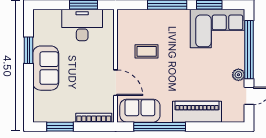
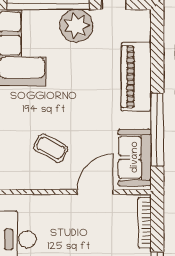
coffee table: (147, 51) -> (51, 148), turned -62
plant: (238, 75) -> (76, 26), width x1.88, depth x1.88

